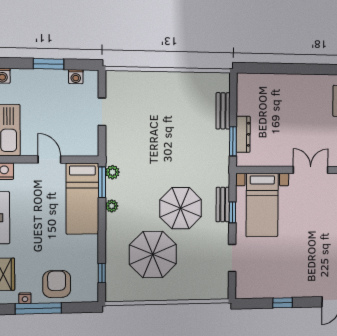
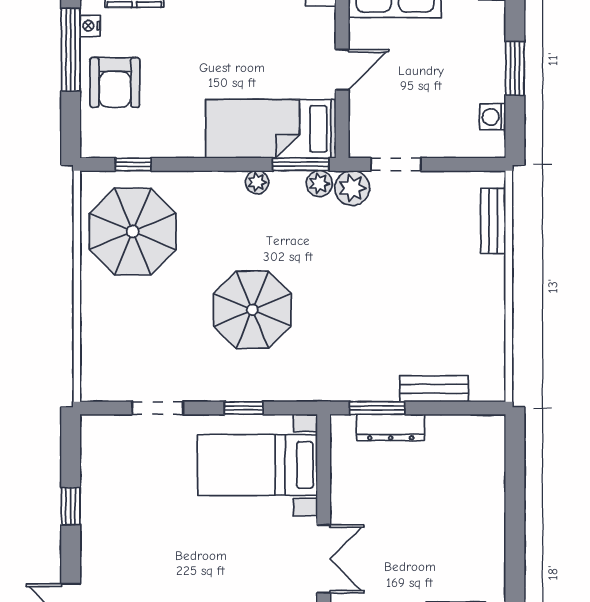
doorway: (102, 112) -> (396, 164), moved
plant: (115, 154) -> (352, 188), added
bench: (223, 205) -> (493, 221), moved, turned 90
parasol: (153, 254) -> (133, 231), moved
armchair: (57, 284) -> (115, 82), turned 90

